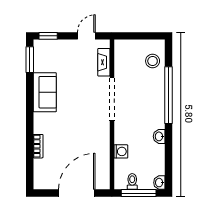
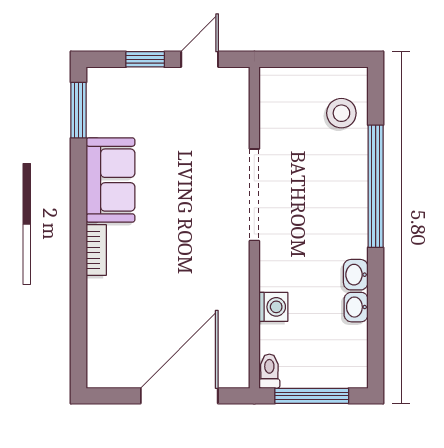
window: (48, 36) -> (145, 59), moved
fireplace: (104, 62) -> (237, 116), removed
bookcase: (38, 146) -> (96, 250), moved
toilet: (132, 181) -> (269, 371), moved
washbasin: (159, 183) -> (356, 307), moved

